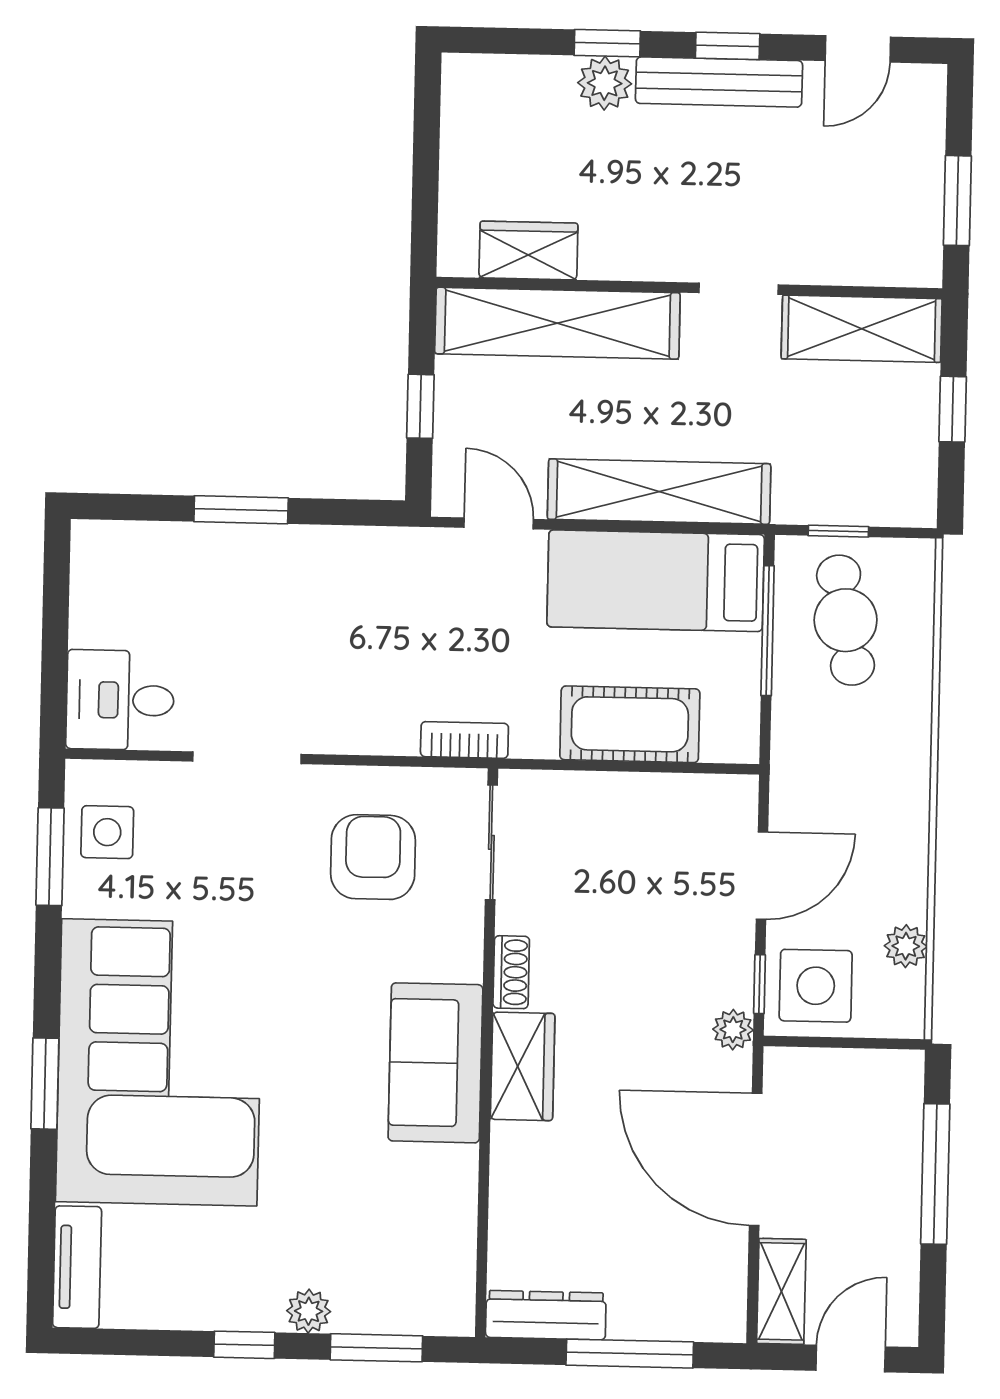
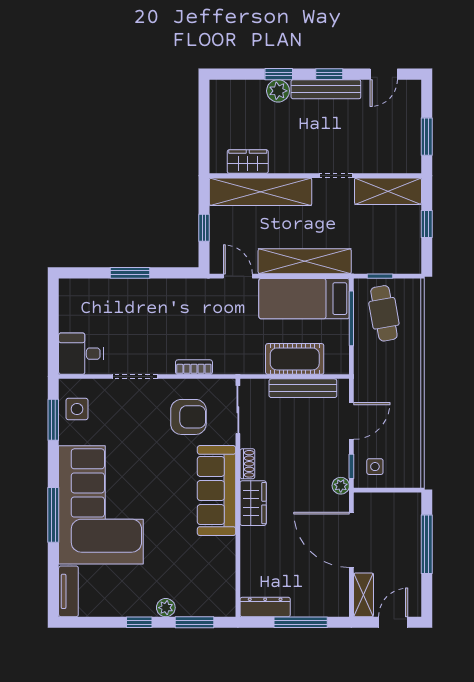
bookcase: (464, 740) -> (194, 367), moved
bench: (648, 795) -> (303, 388), added
armchair: (373, 857) -> (188, 417), turned 90
plant: (906, 946) -> (412, 449), removed
side table: (816, 986) -> (375, 467), width x0.54, depth x0.54
sofa: (435, 1063) -> (217, 491), width x1.36
window: (45, 1084) -> (53, 515), width x1.44

